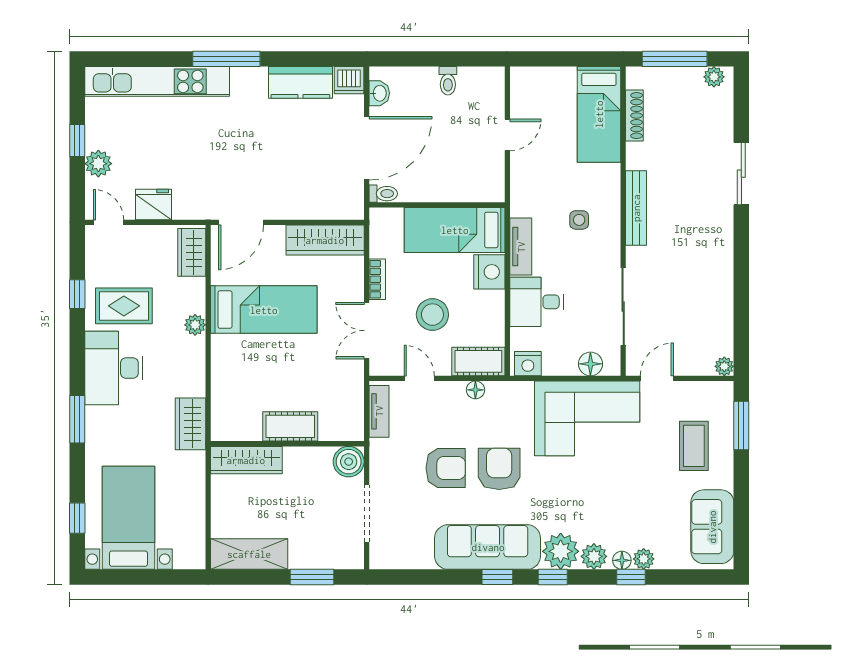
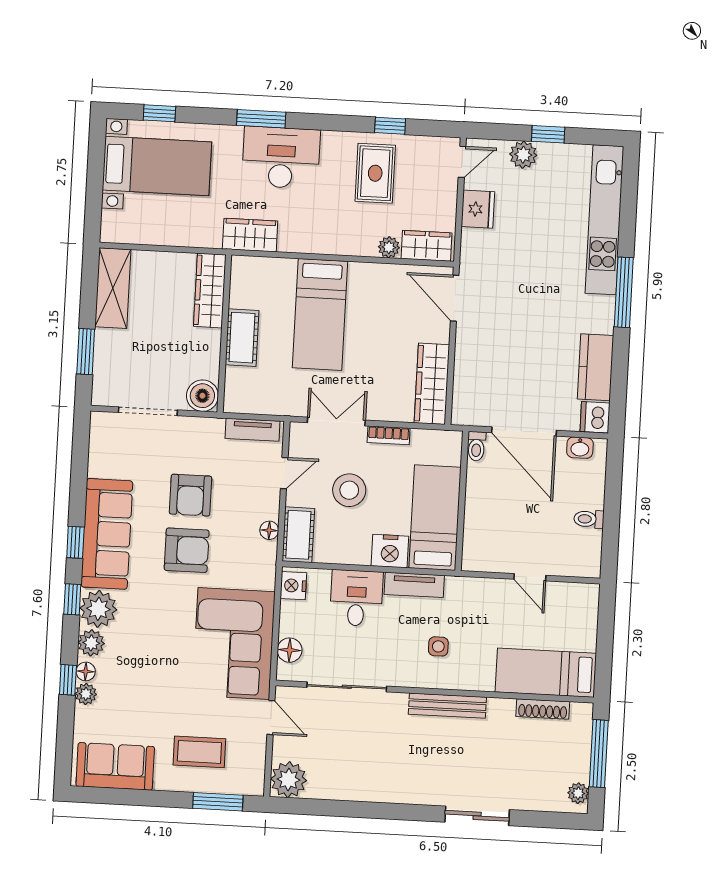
bed: (264, 310) -> (320, 314), moved
plant: (195, 325) -> (389, 247), moved
plant: (724, 366) -> (289, 780), width x1.88, depth x1.88
desk: (114, 368) -> (281, 158), moved

